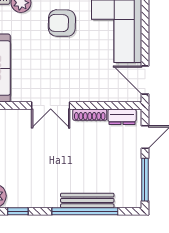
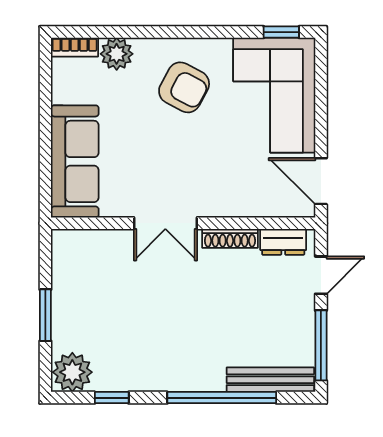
armchair: (62, 23) -> (184, 87), turned -153
bench: (87, 200) -> (270, 380), moved

